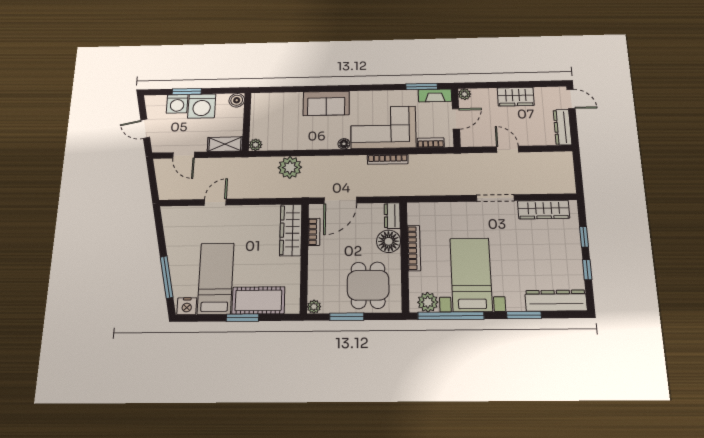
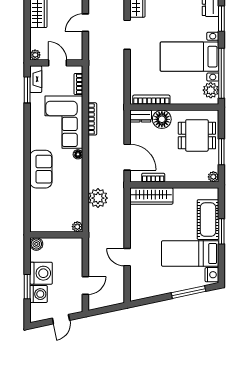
shelving: (225, 144) -> (76, 252), removed
bookcase: (414, 248) -> (151, 100), moved

